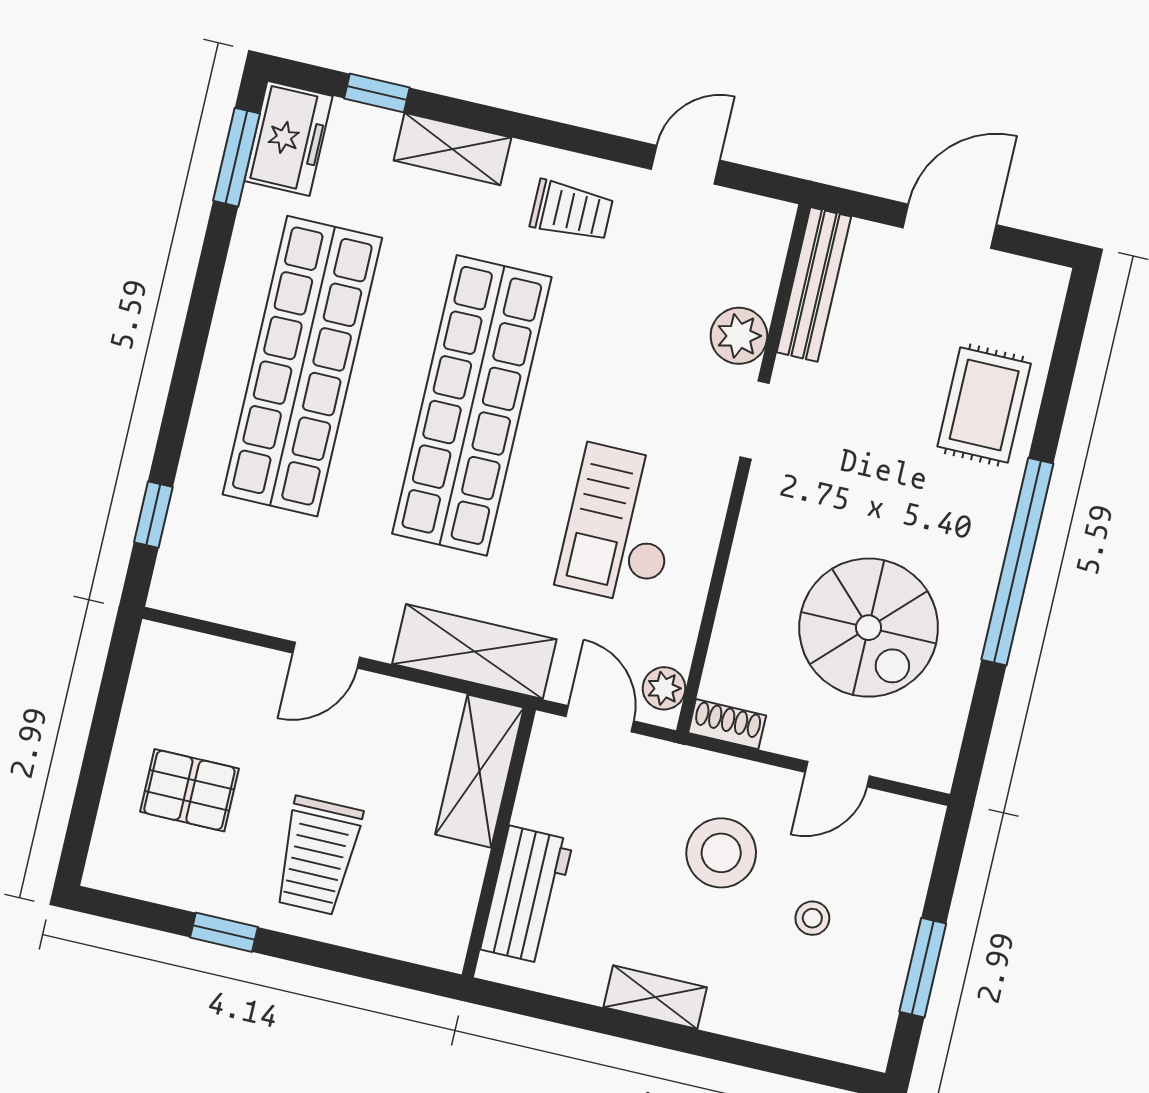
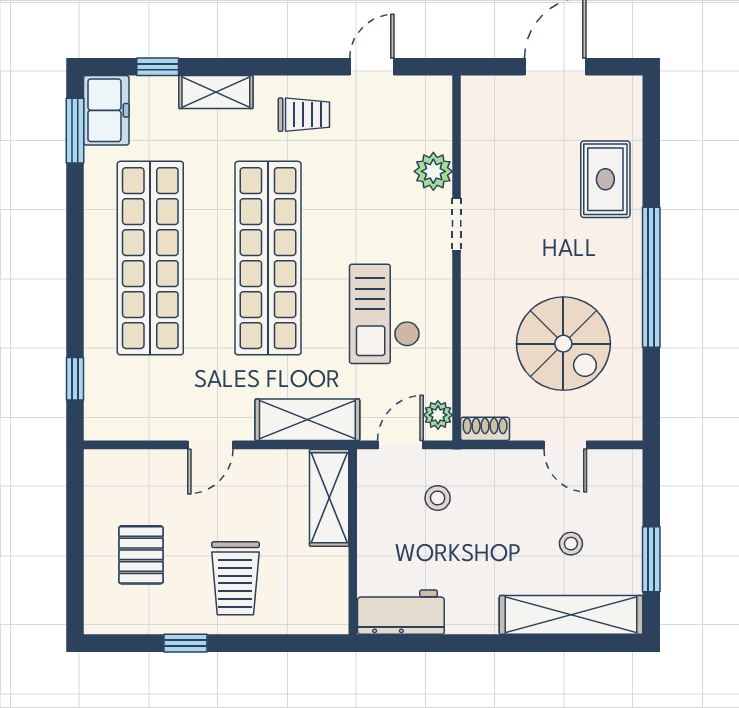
bench: (814, 284) -> (475, 126), removed
door: (600, 719) -> (400, 445), hinge flipped
door: (837, 774) -> (565, 445), hinge flipped
pallet: (189, 790) -> (141, 555), turned 90
stool: (721, 853) -> (438, 498), moved, width x0.53, depth x0.53
workbench: (527, 895) -> (401, 612), moved, turned -90
shelving: (655, 997) -> (571, 615), moved, width x2.20, depth x1.33

